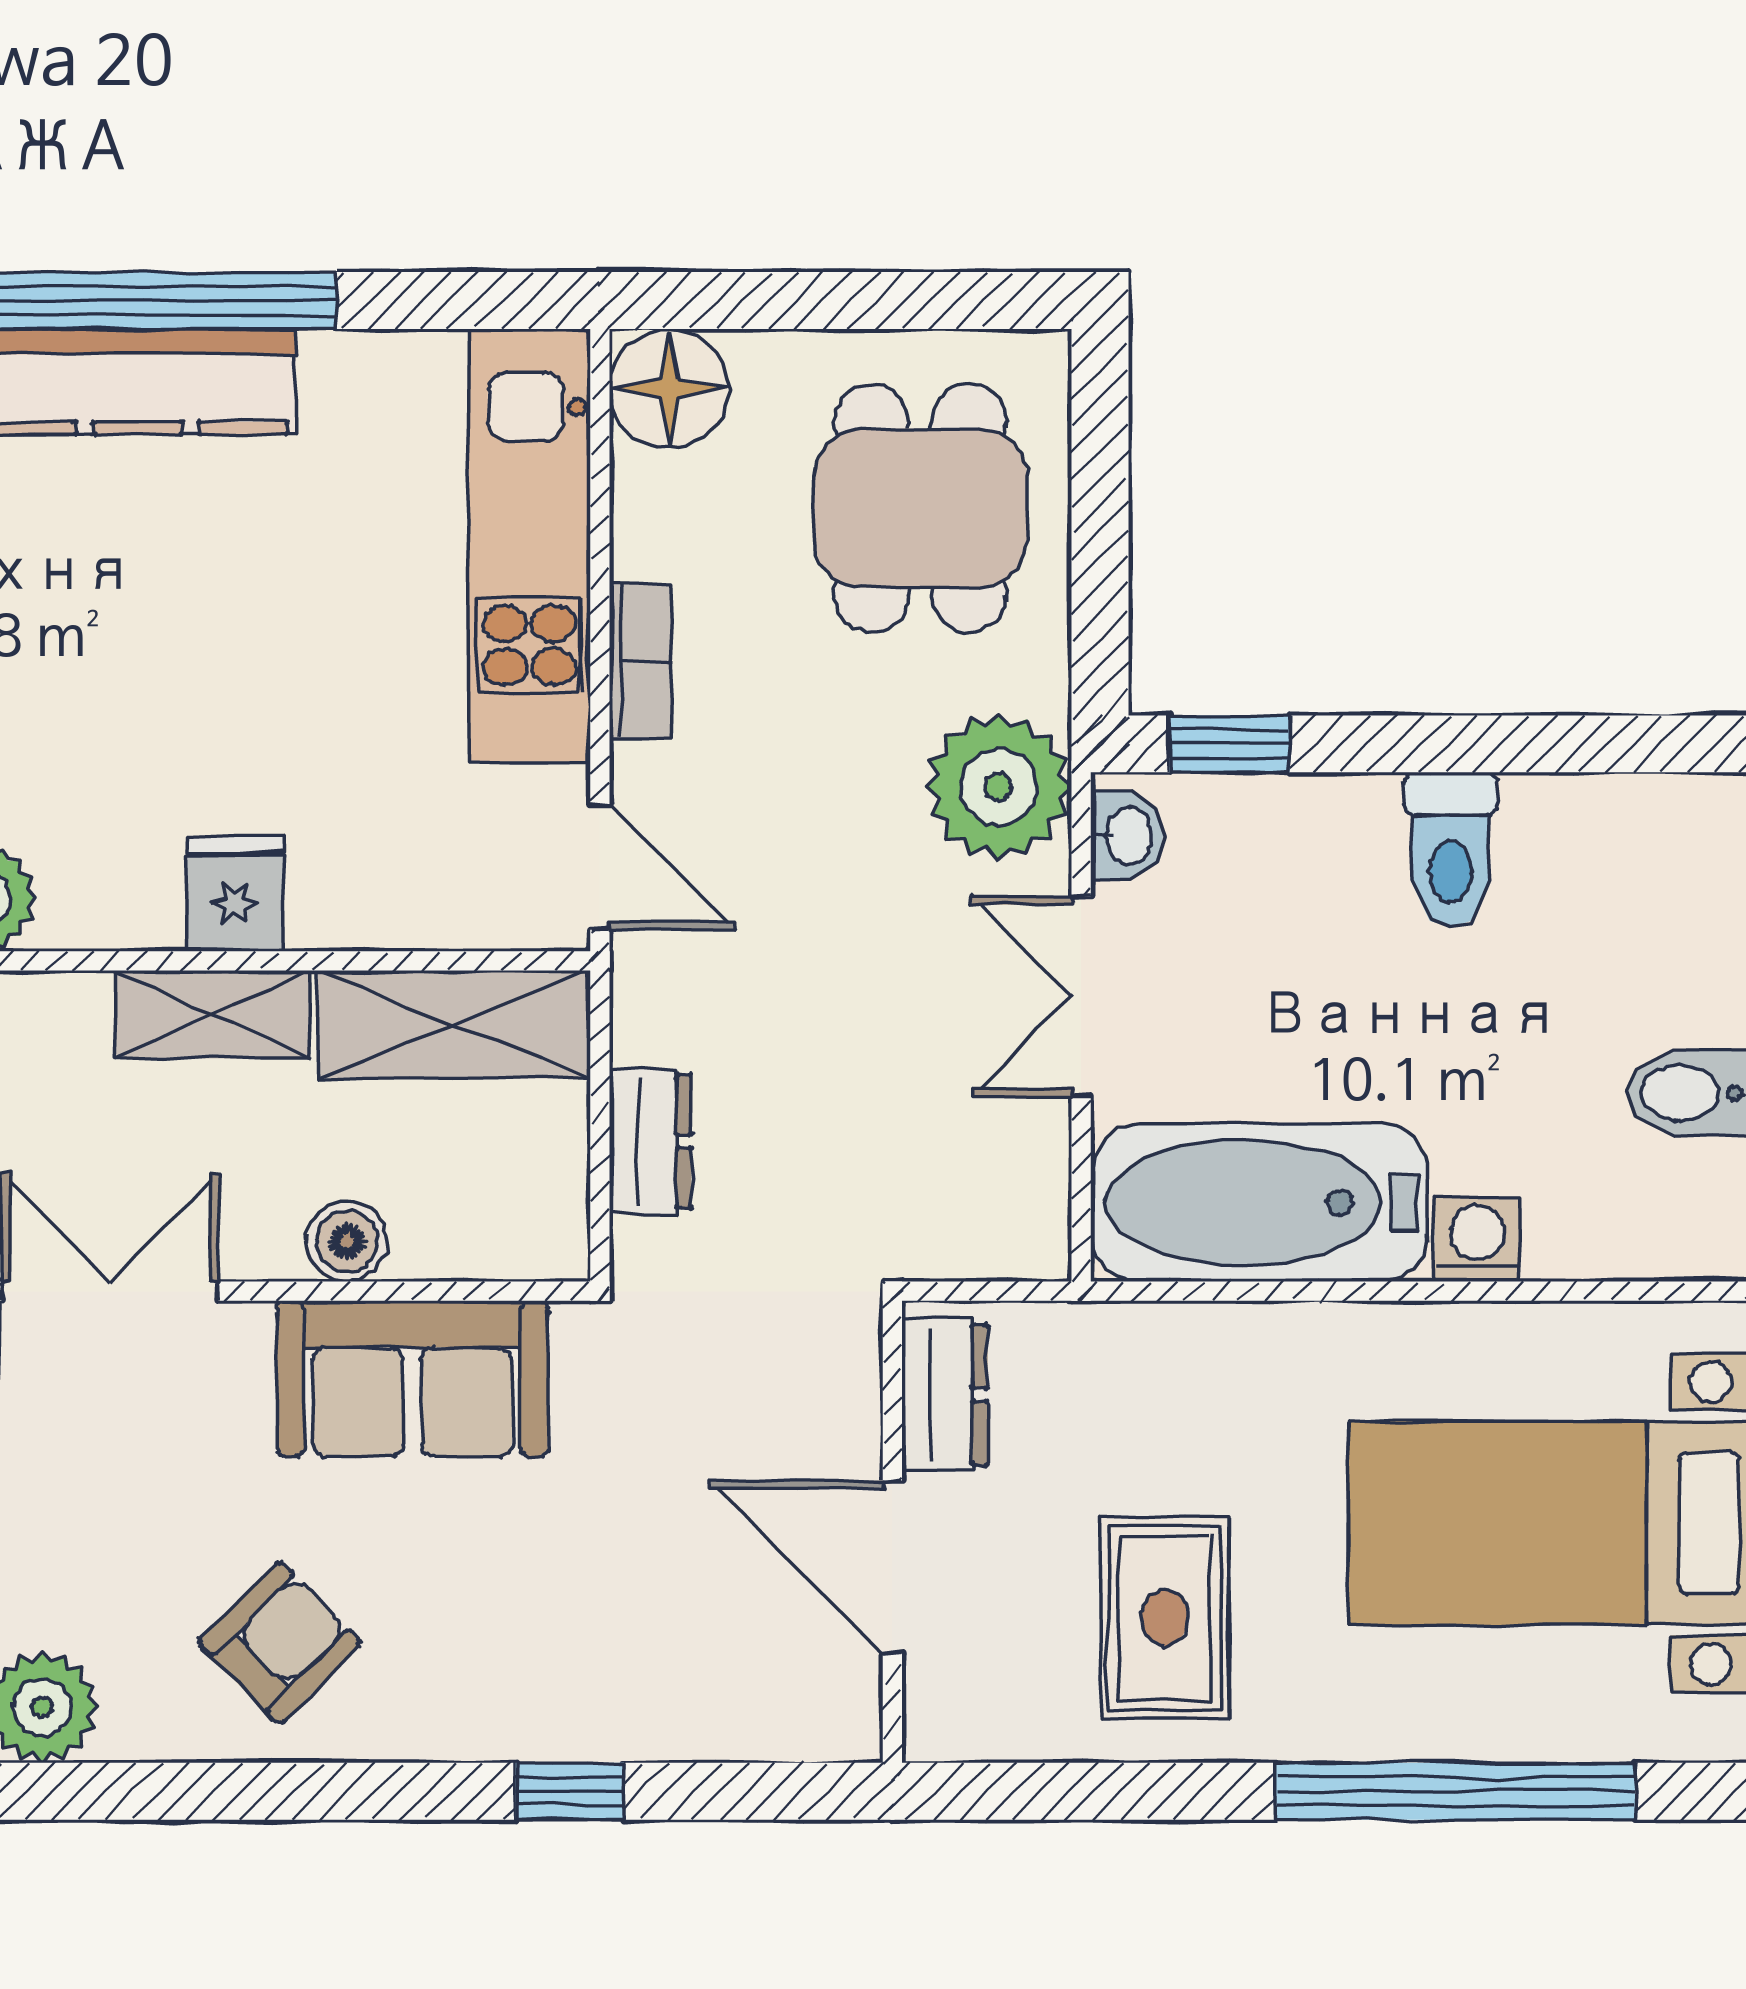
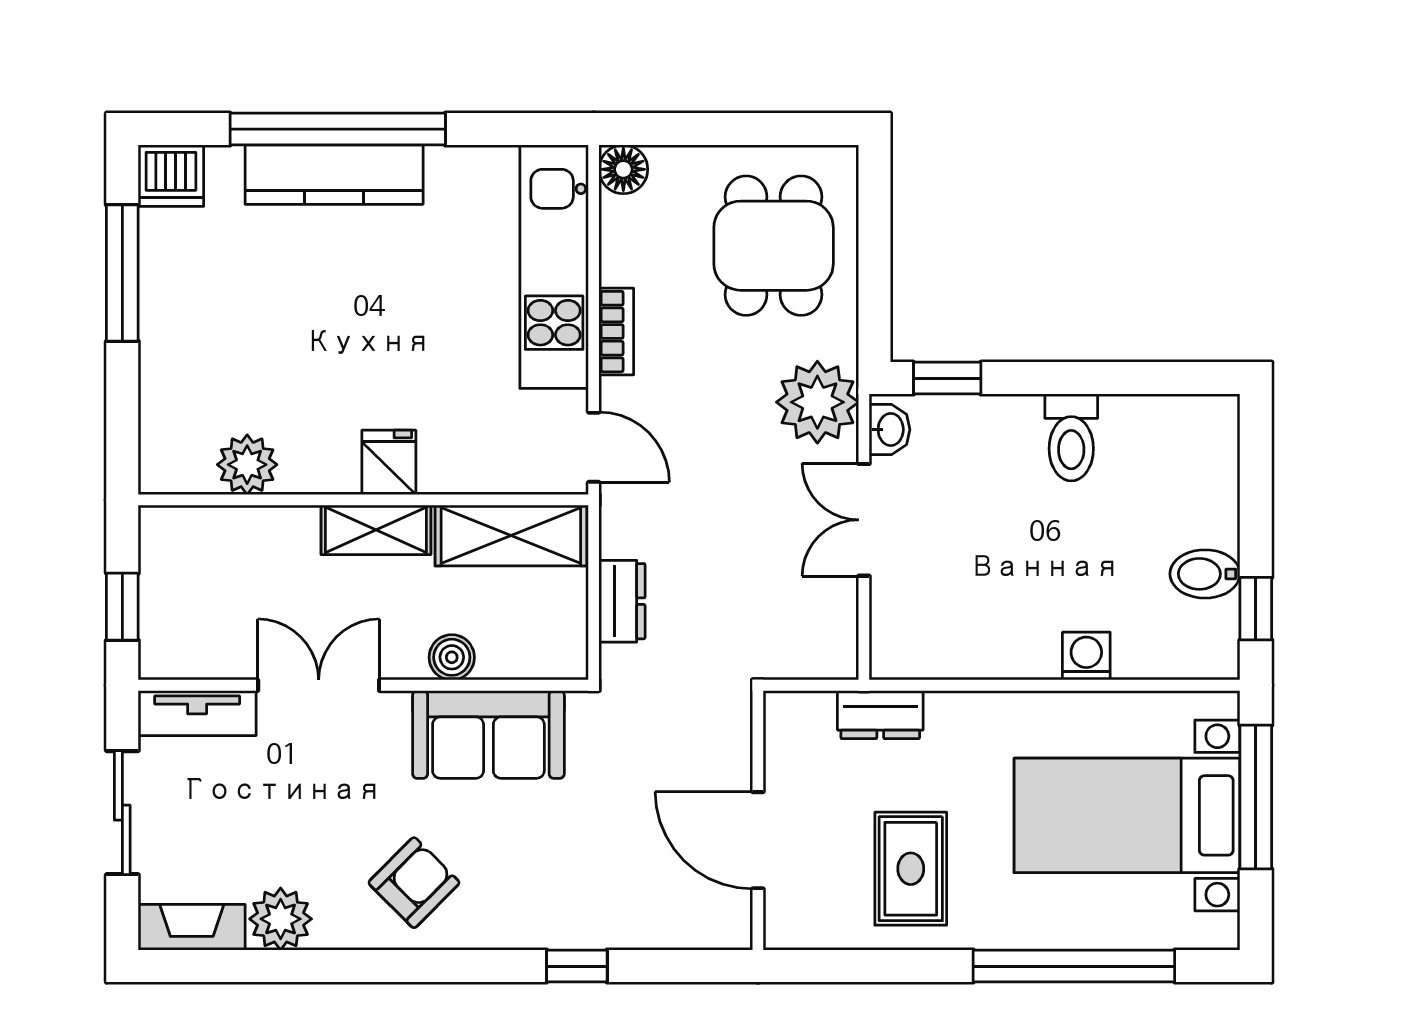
floor lamp: (669, 388) -> (623, 169), width x0.73, depth x0.73
bathtub: (1260, 1203) -> (964, 636), removed
dresser: (945, 1395) -> (880, 715), moved, turned 90

